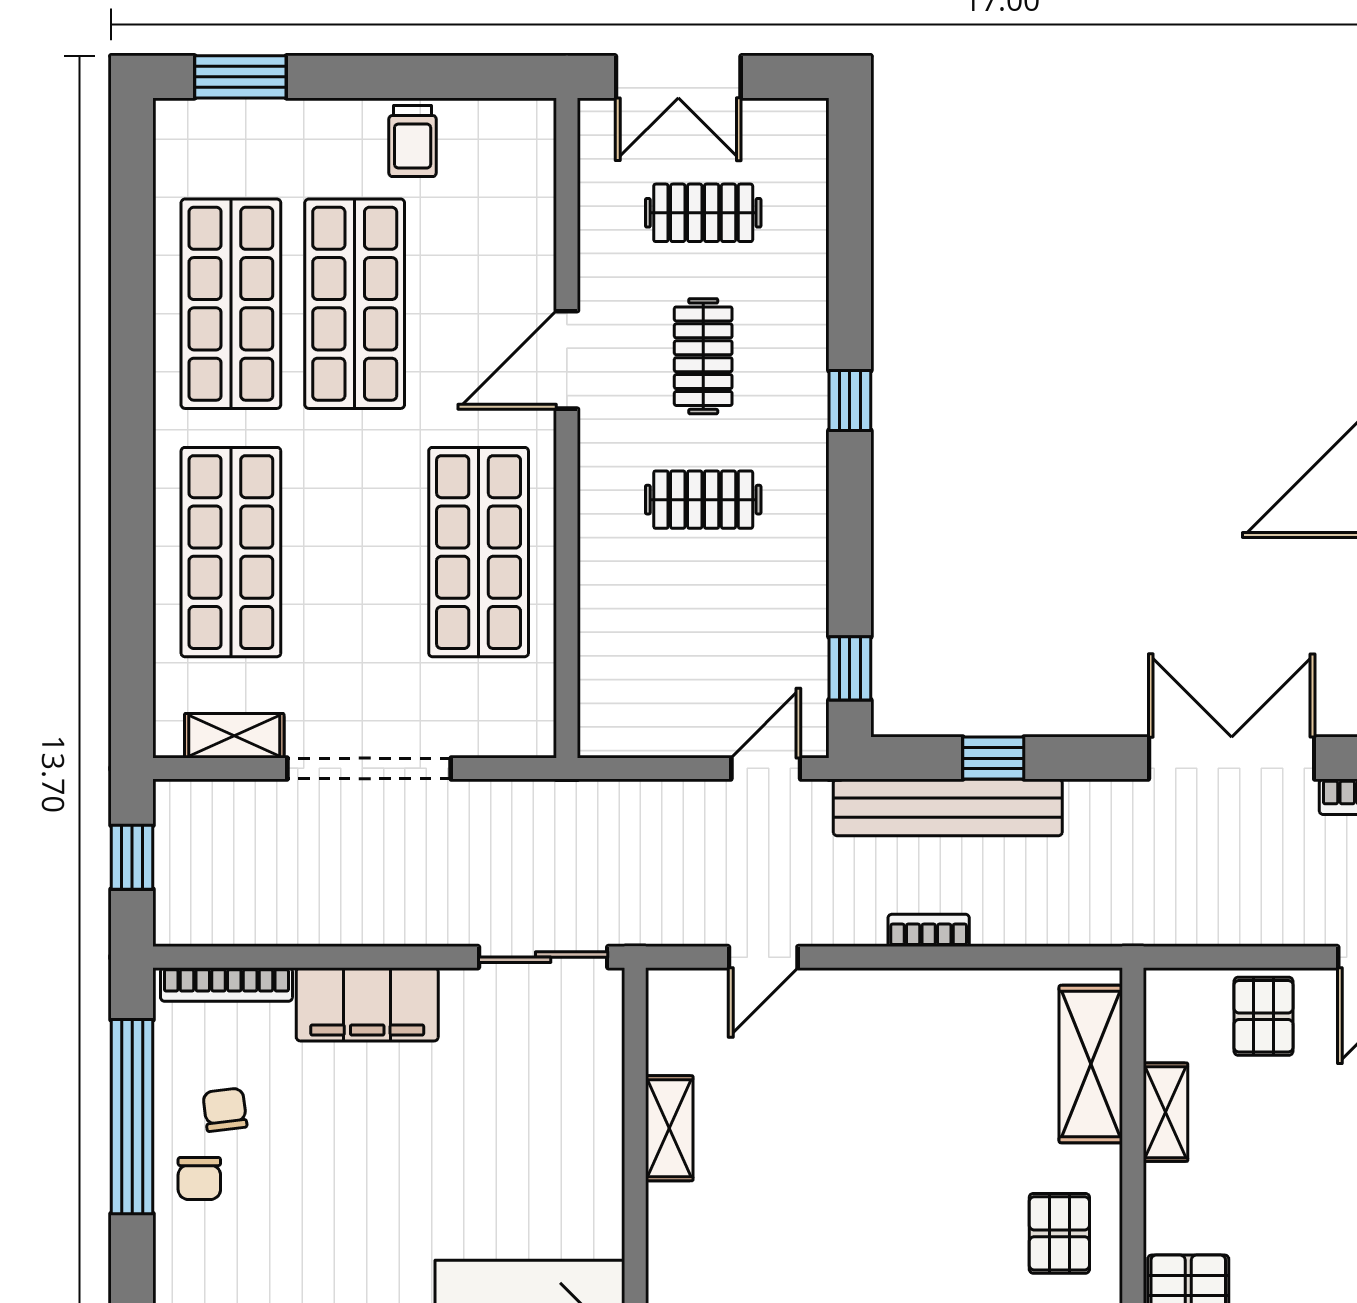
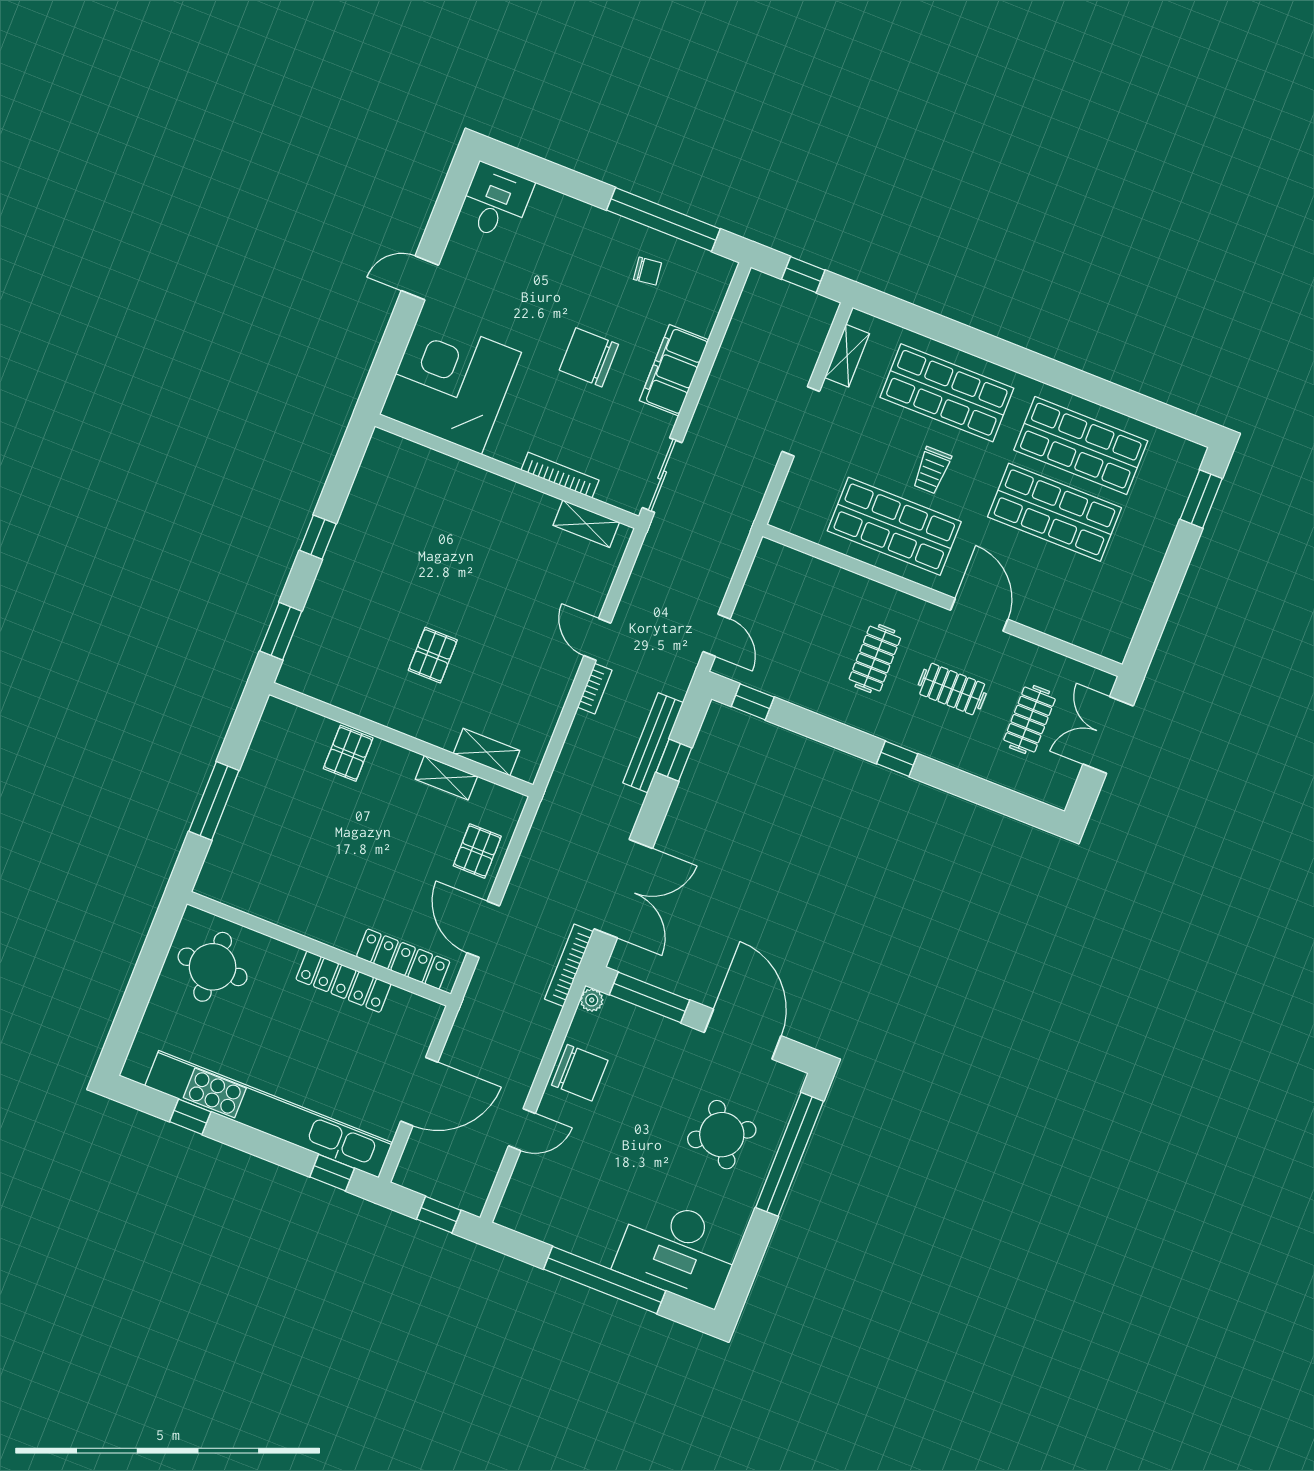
trolley: (413, 141) -> (932, 470), moved, turned -90
doorway: (369, 768) -> (801, 421), width x0.73
bench: (948, 807) -> (653, 743), width x0.73, depth x0.82
door: (763, 957) -> (597, 639), moved
bookcase: (226, 984) -> (560, 475), moved, turned 90
pallet: (1263, 1016) -> (477, 851), turned 90
shelving: (1091, 1064) -> (486, 752), width x0.67, depth x0.75
shelving: (669, 1128) -> (586, 524), moved
chair: (199, 1178) -> (589, 357), moved, width x1.87, depth x1.87
pallet: (1059, 1233) -> (433, 655), moved, turned 90

